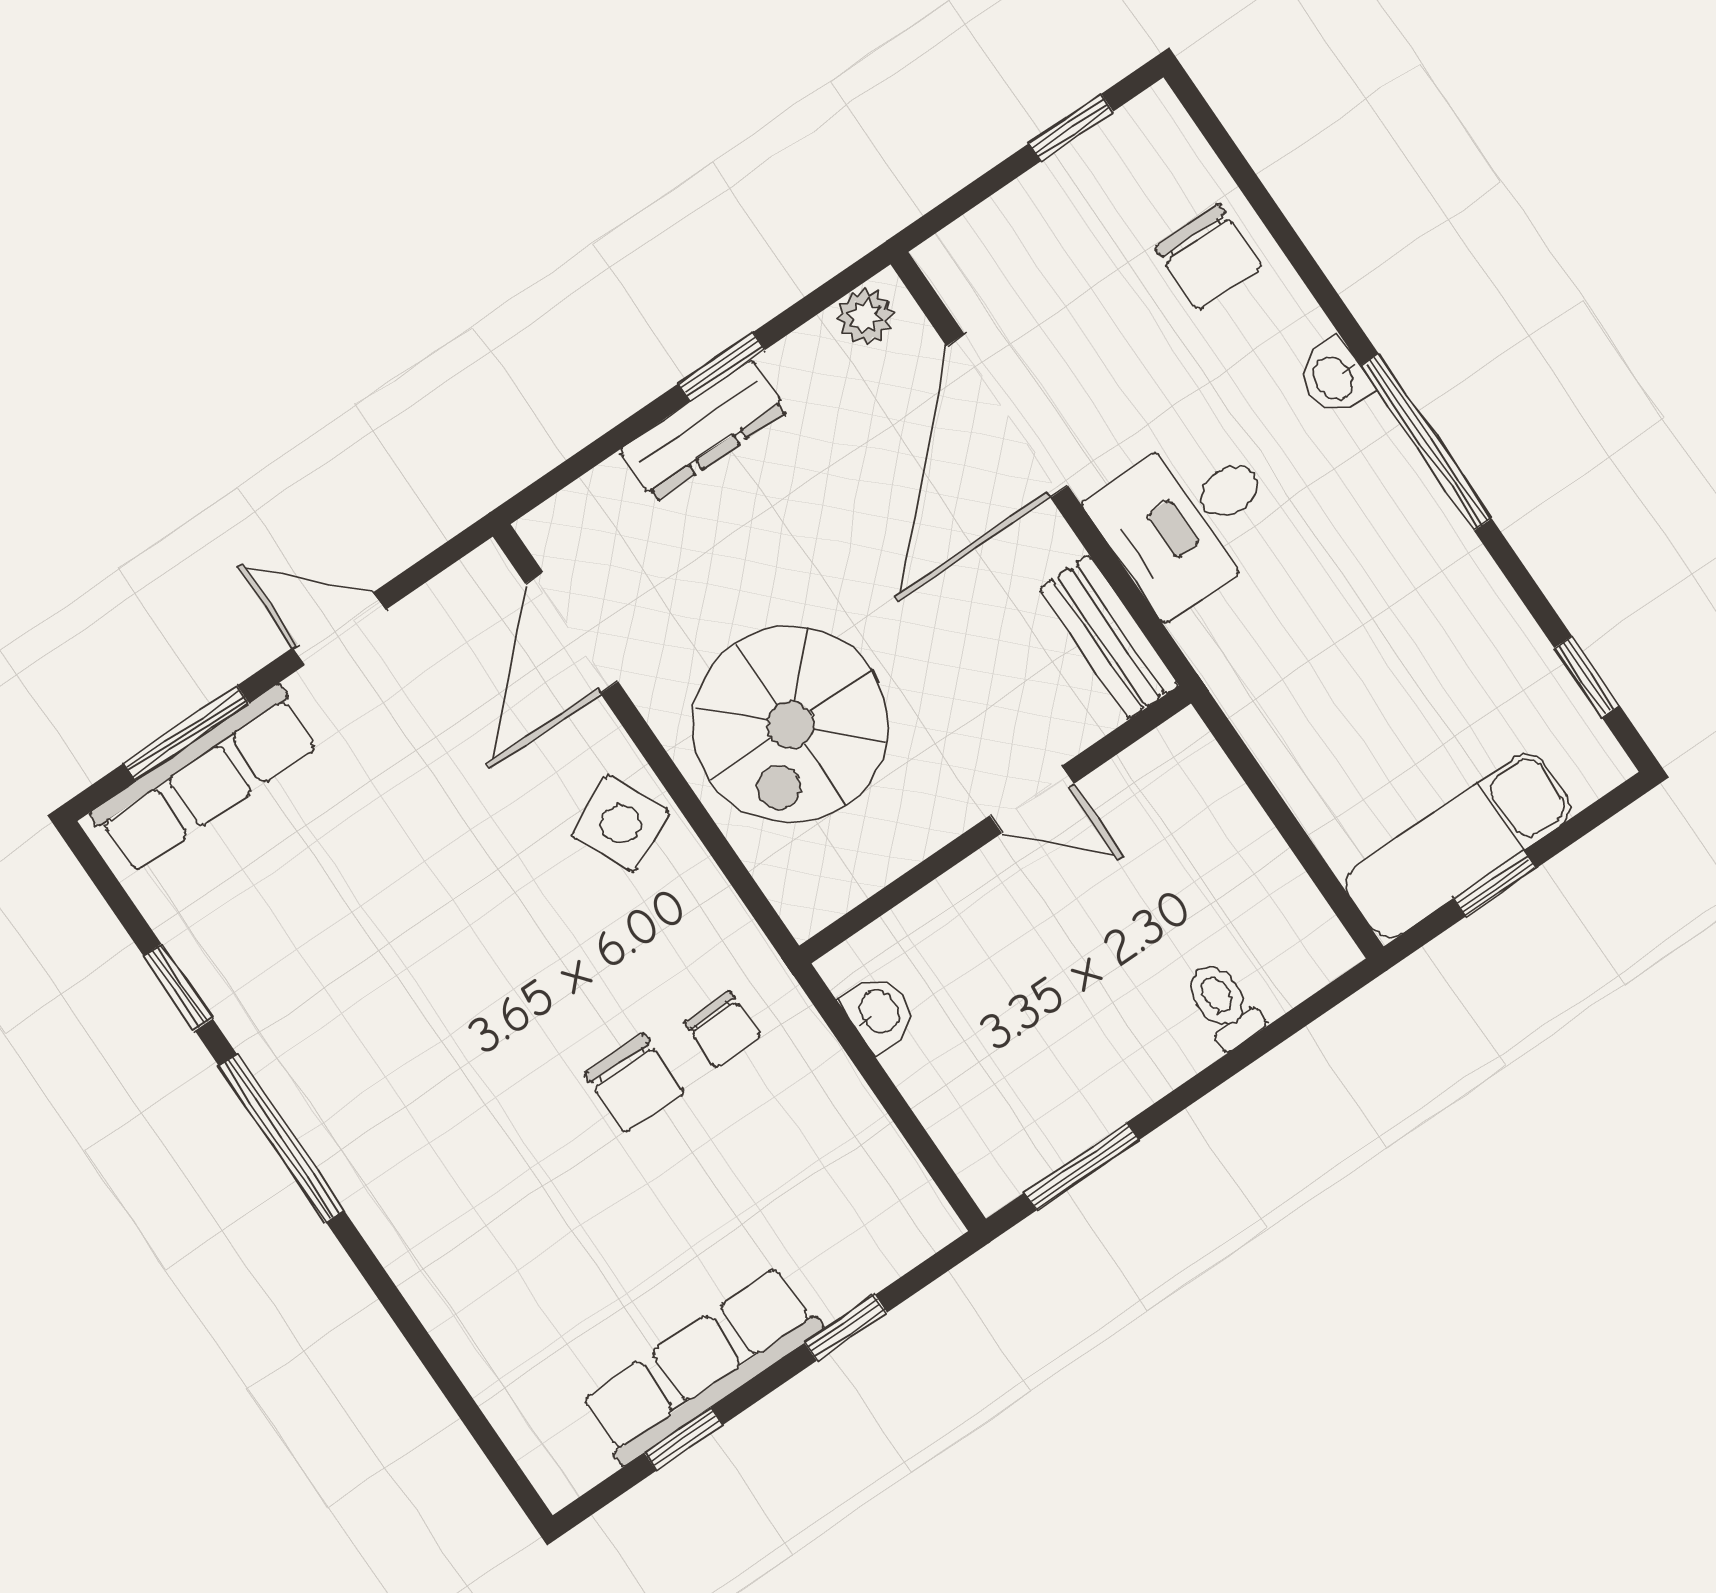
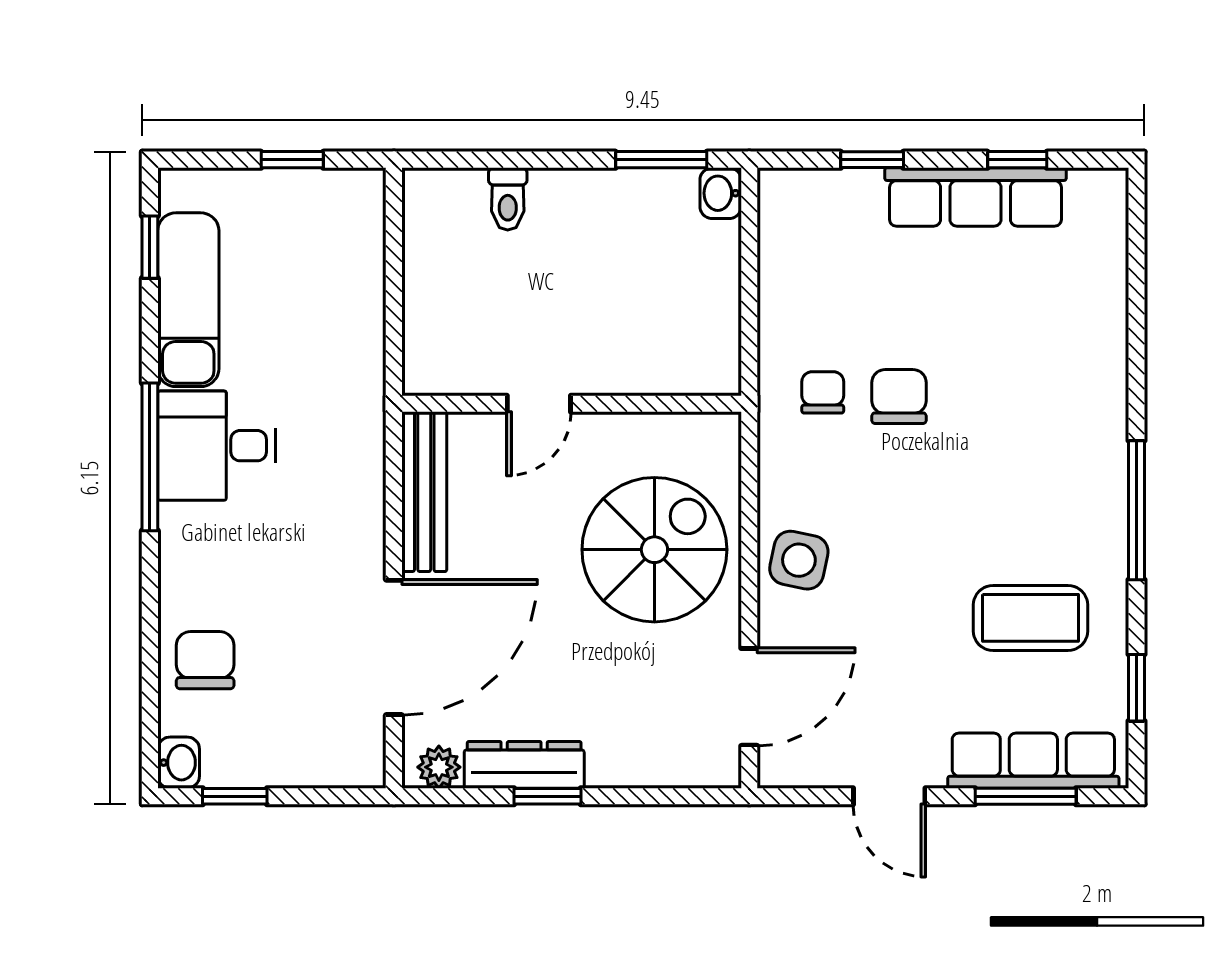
washbasin: (1335, 377) -> (179, 763), moved
dresser: (703, 431) -> (524, 765), moved
desk: (1188, 519) -> (217, 446), moved, turned 180
bench: (1109, 637) -> (424, 492), width x1.36
door: (1032, 800) -> (539, 404), swing flipped
side table: (621, 824) -> (799, 560), turned 37
exam couch: (1458, 846) -> (188, 300), moved, turned -90
coffee table: (318, 936) -> (1030, 618), added
window: (178, 987) -> (1137, 688), moved
washbasin: (879, 1012) -> (721, 193), moved

